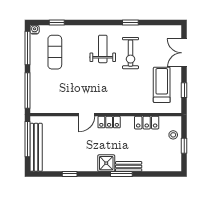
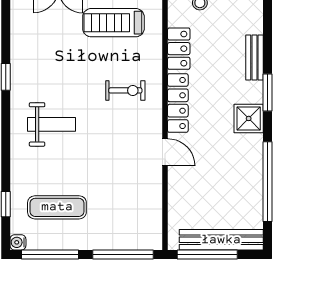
weight bench: (103, 49) -> (51, 124), turned 180
exercise bike: (131, 53) -> (125, 90), moved, width x0.73, depth x0.72
locker: (109, 122) -> (178, 103), width x1.53
bench: (129, 166) -> (254, 57), moved
window: (70, 174) -> (267, 182), width x3.17

